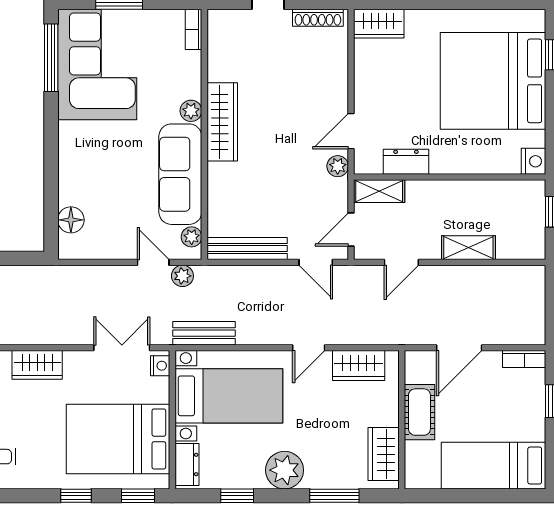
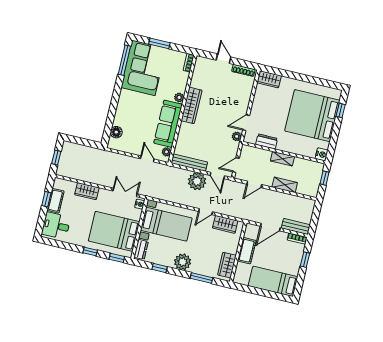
shelving: (379, 191) -> (282, 159), moved
plant: (182, 276) -> (197, 181), moved, width x1.87, depth x1.87
bench: (204, 333) -> (296, 226), moved

